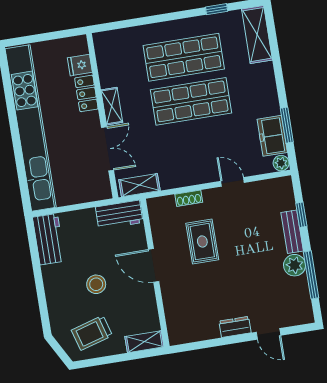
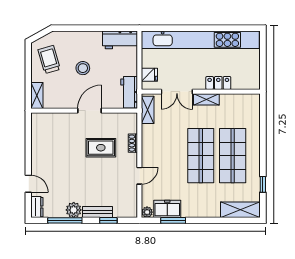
fridge: (80, 65) -> (149, 75), moved, turned 90
dresser: (235, 327) -> (37, 207), moved
door: (268, 334) -> (28, 184), swing flipped

